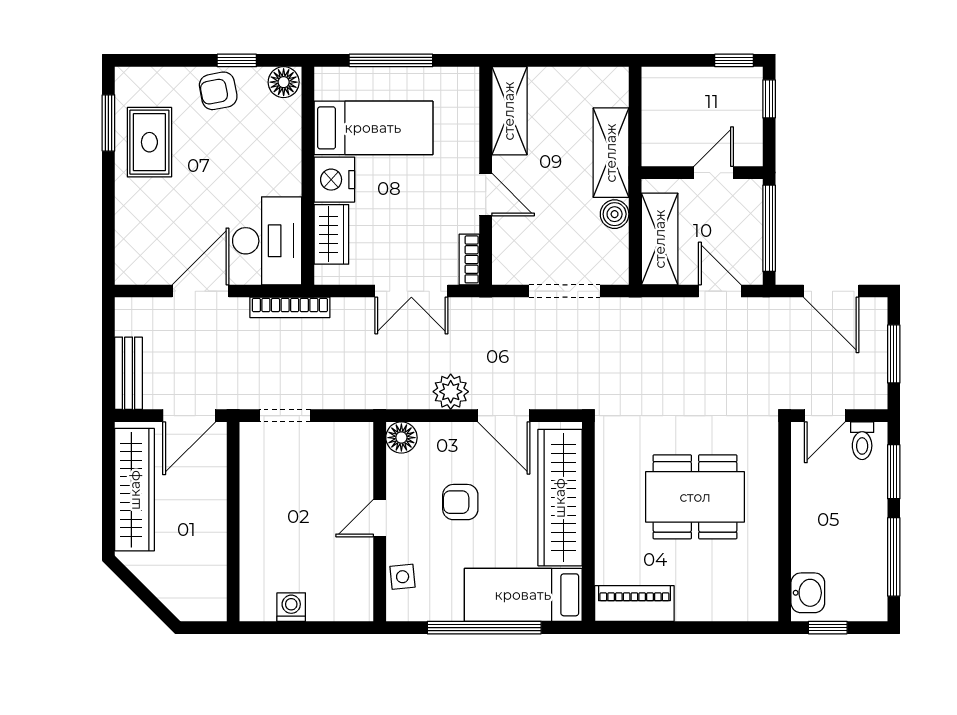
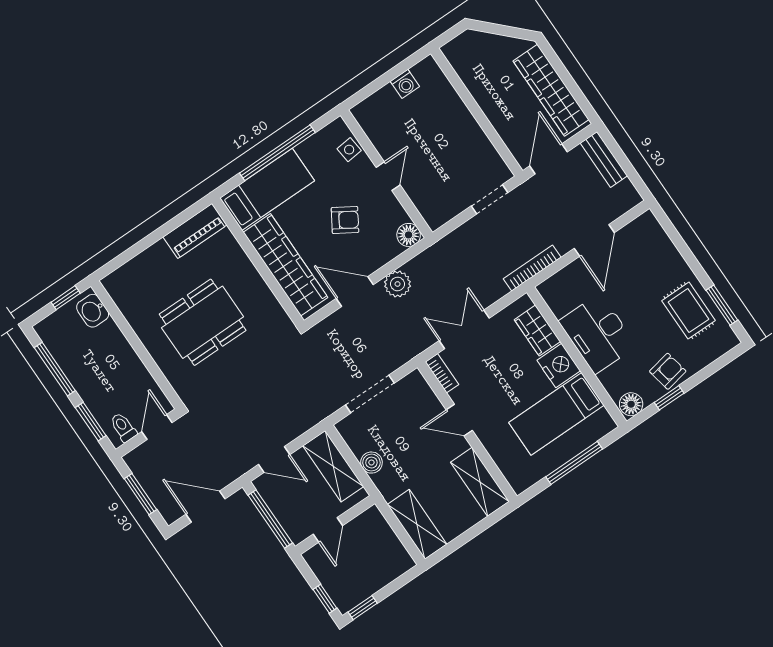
shelving: (611, 153) -> (417, 524), moved
desk: (267, 241) -> (598, 333), moved
armchair: (460, 502) -> (345, 220), turned 32

